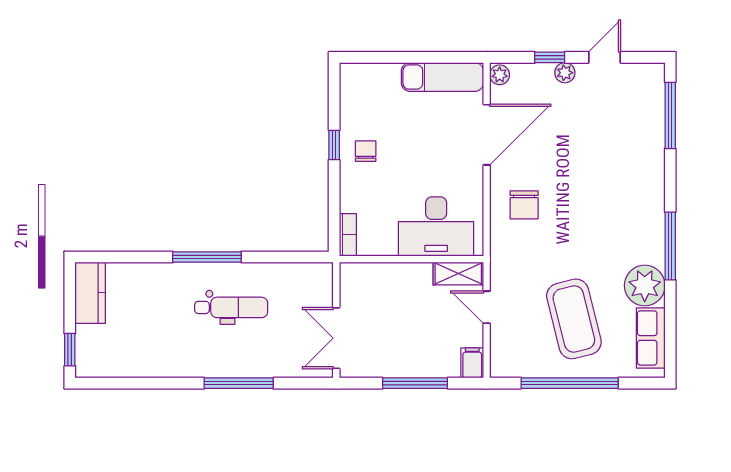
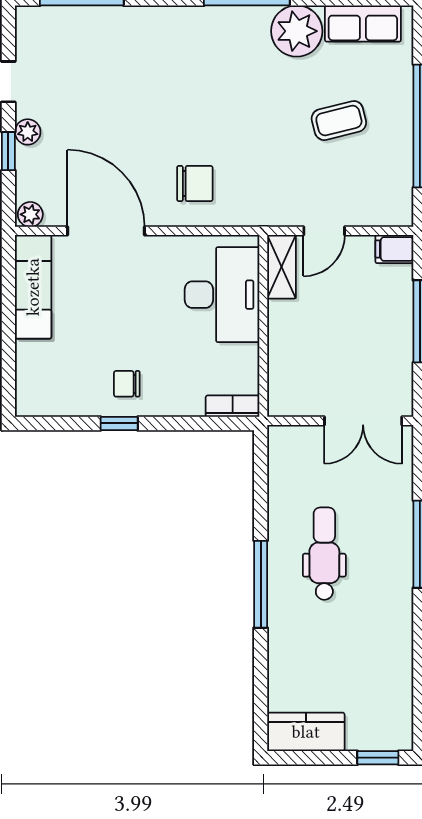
coffee table: (574, 319) -> (339, 121), width x0.54, depth x0.58

